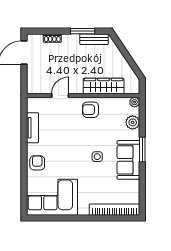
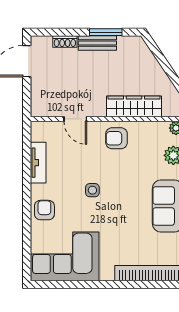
bench: (94, 39) -> (97, 43), moved
door: (60, 96) -> (75, 119), swing flipped
side table: (97, 157) -> (92, 190), moved

